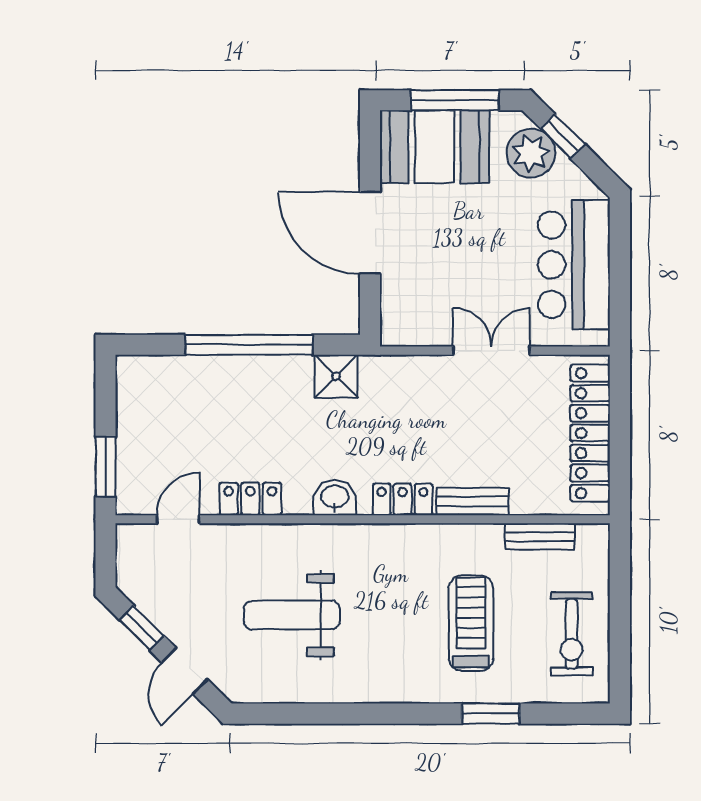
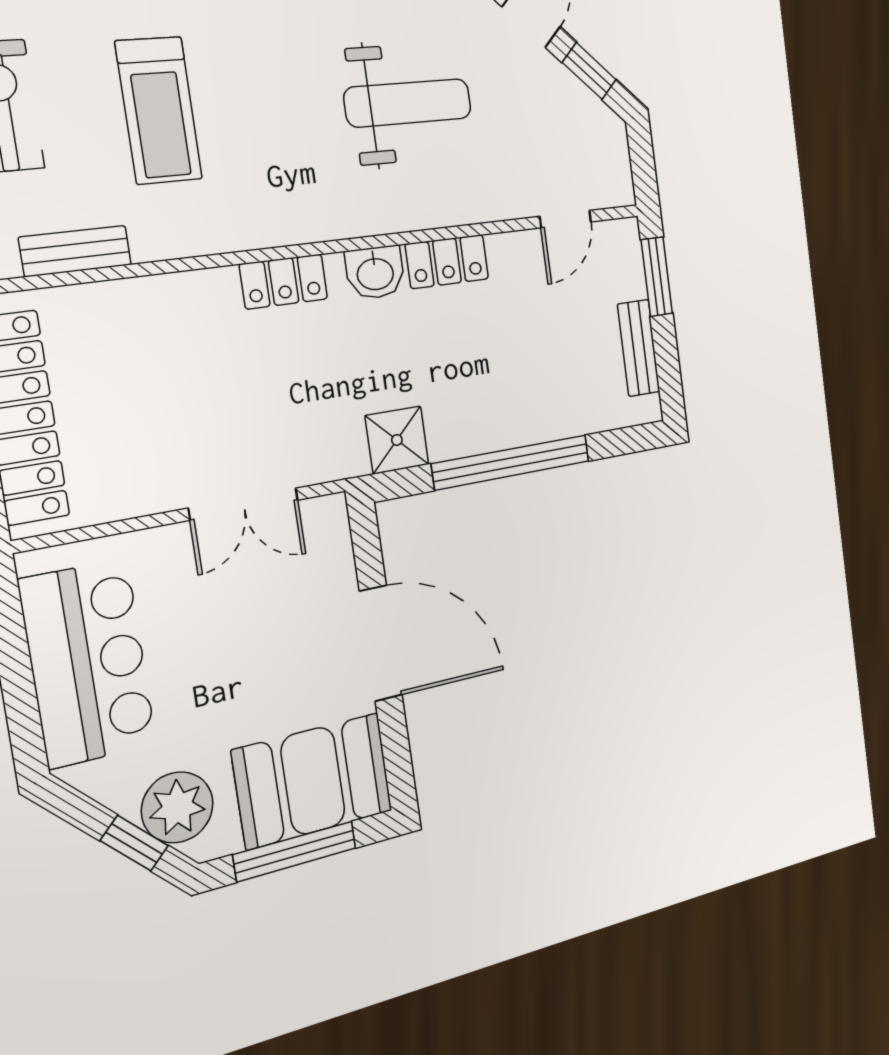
double door: (491, 351) -> (244, 504), moved
locker: (250, 499) -> (447, 262), moved
bench: (473, 501) -> (639, 348), moved, turned 90

